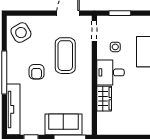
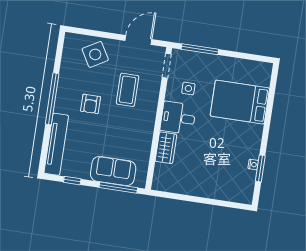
window: (120, 13) -> (200, 49), width x1.44
side table: (21, 33) -> (95, 54), moved
coffee table: (65, 56) -> (128, 90), width x0.73, depth x0.76

